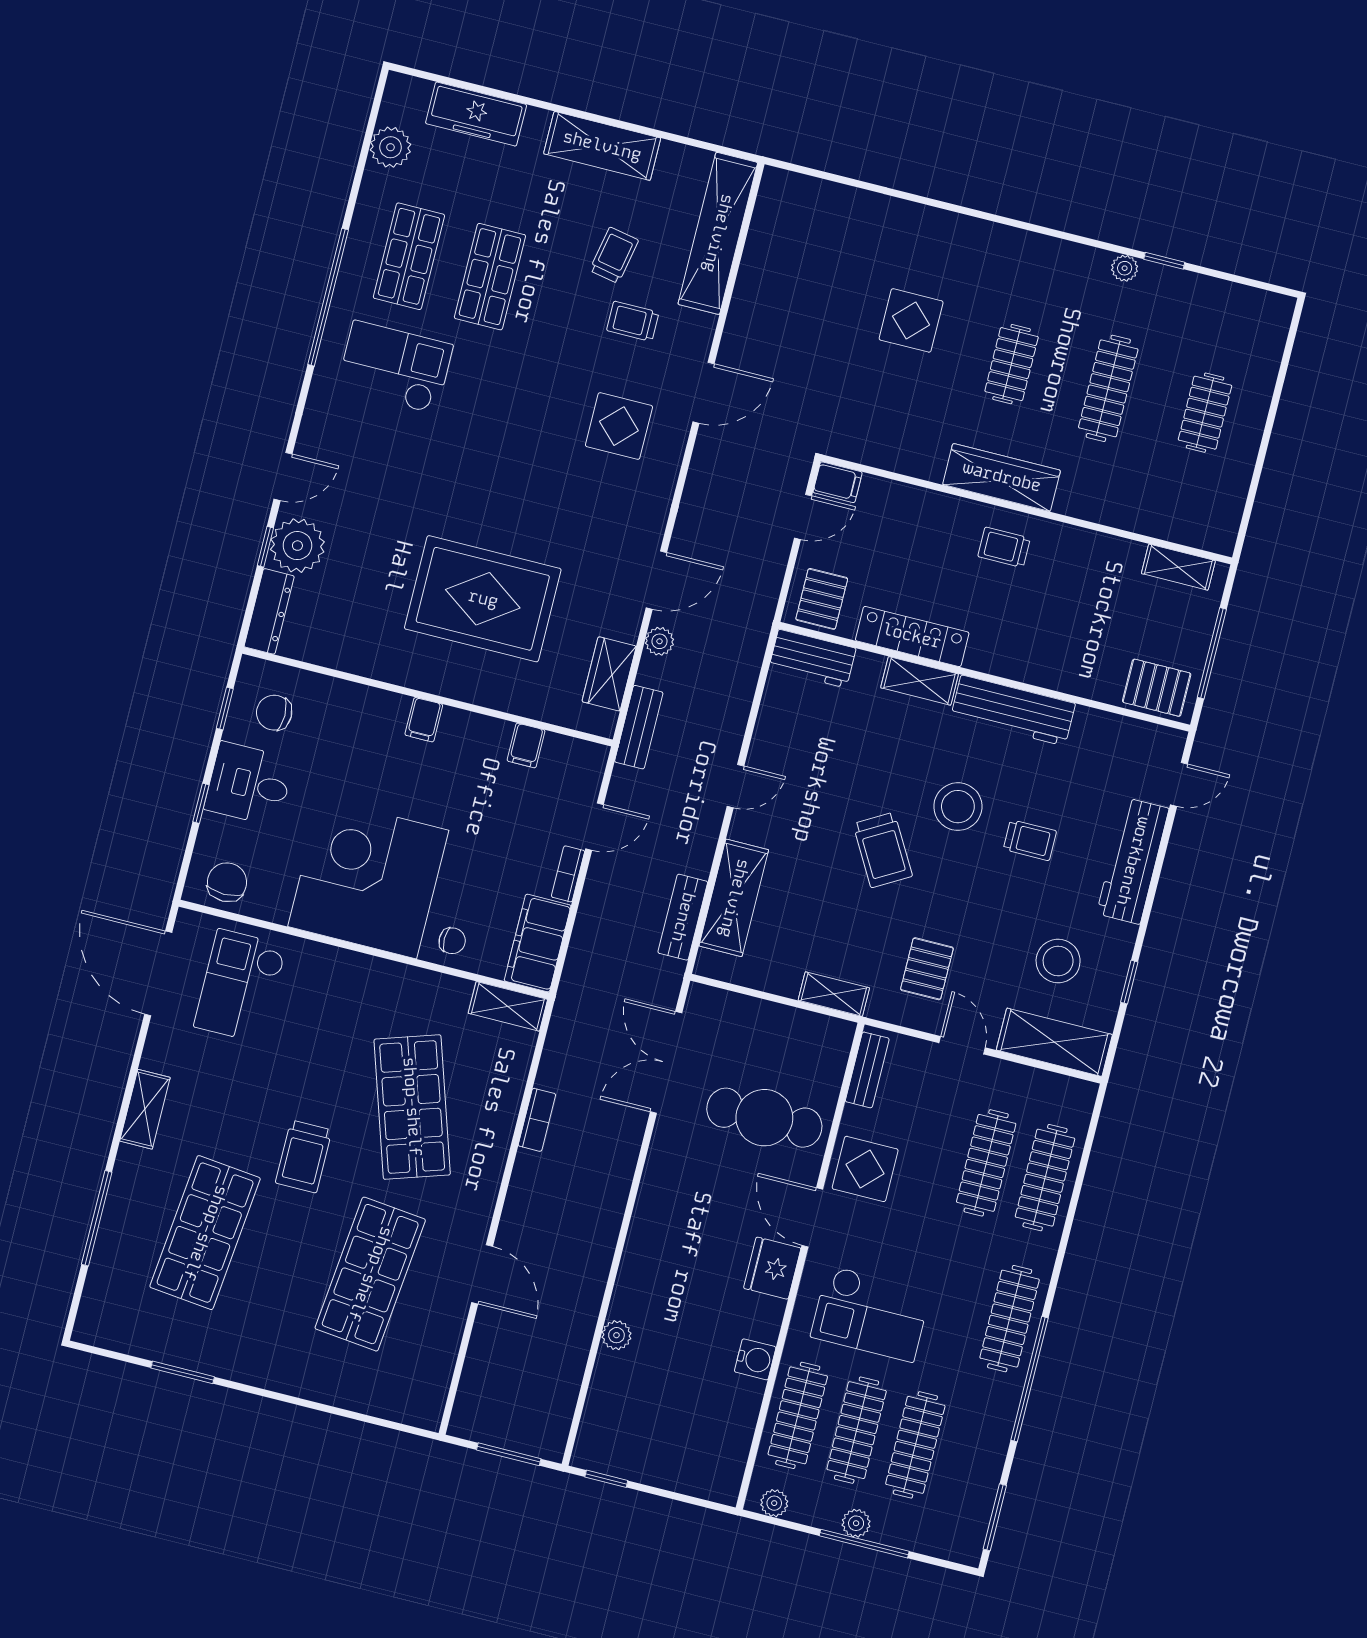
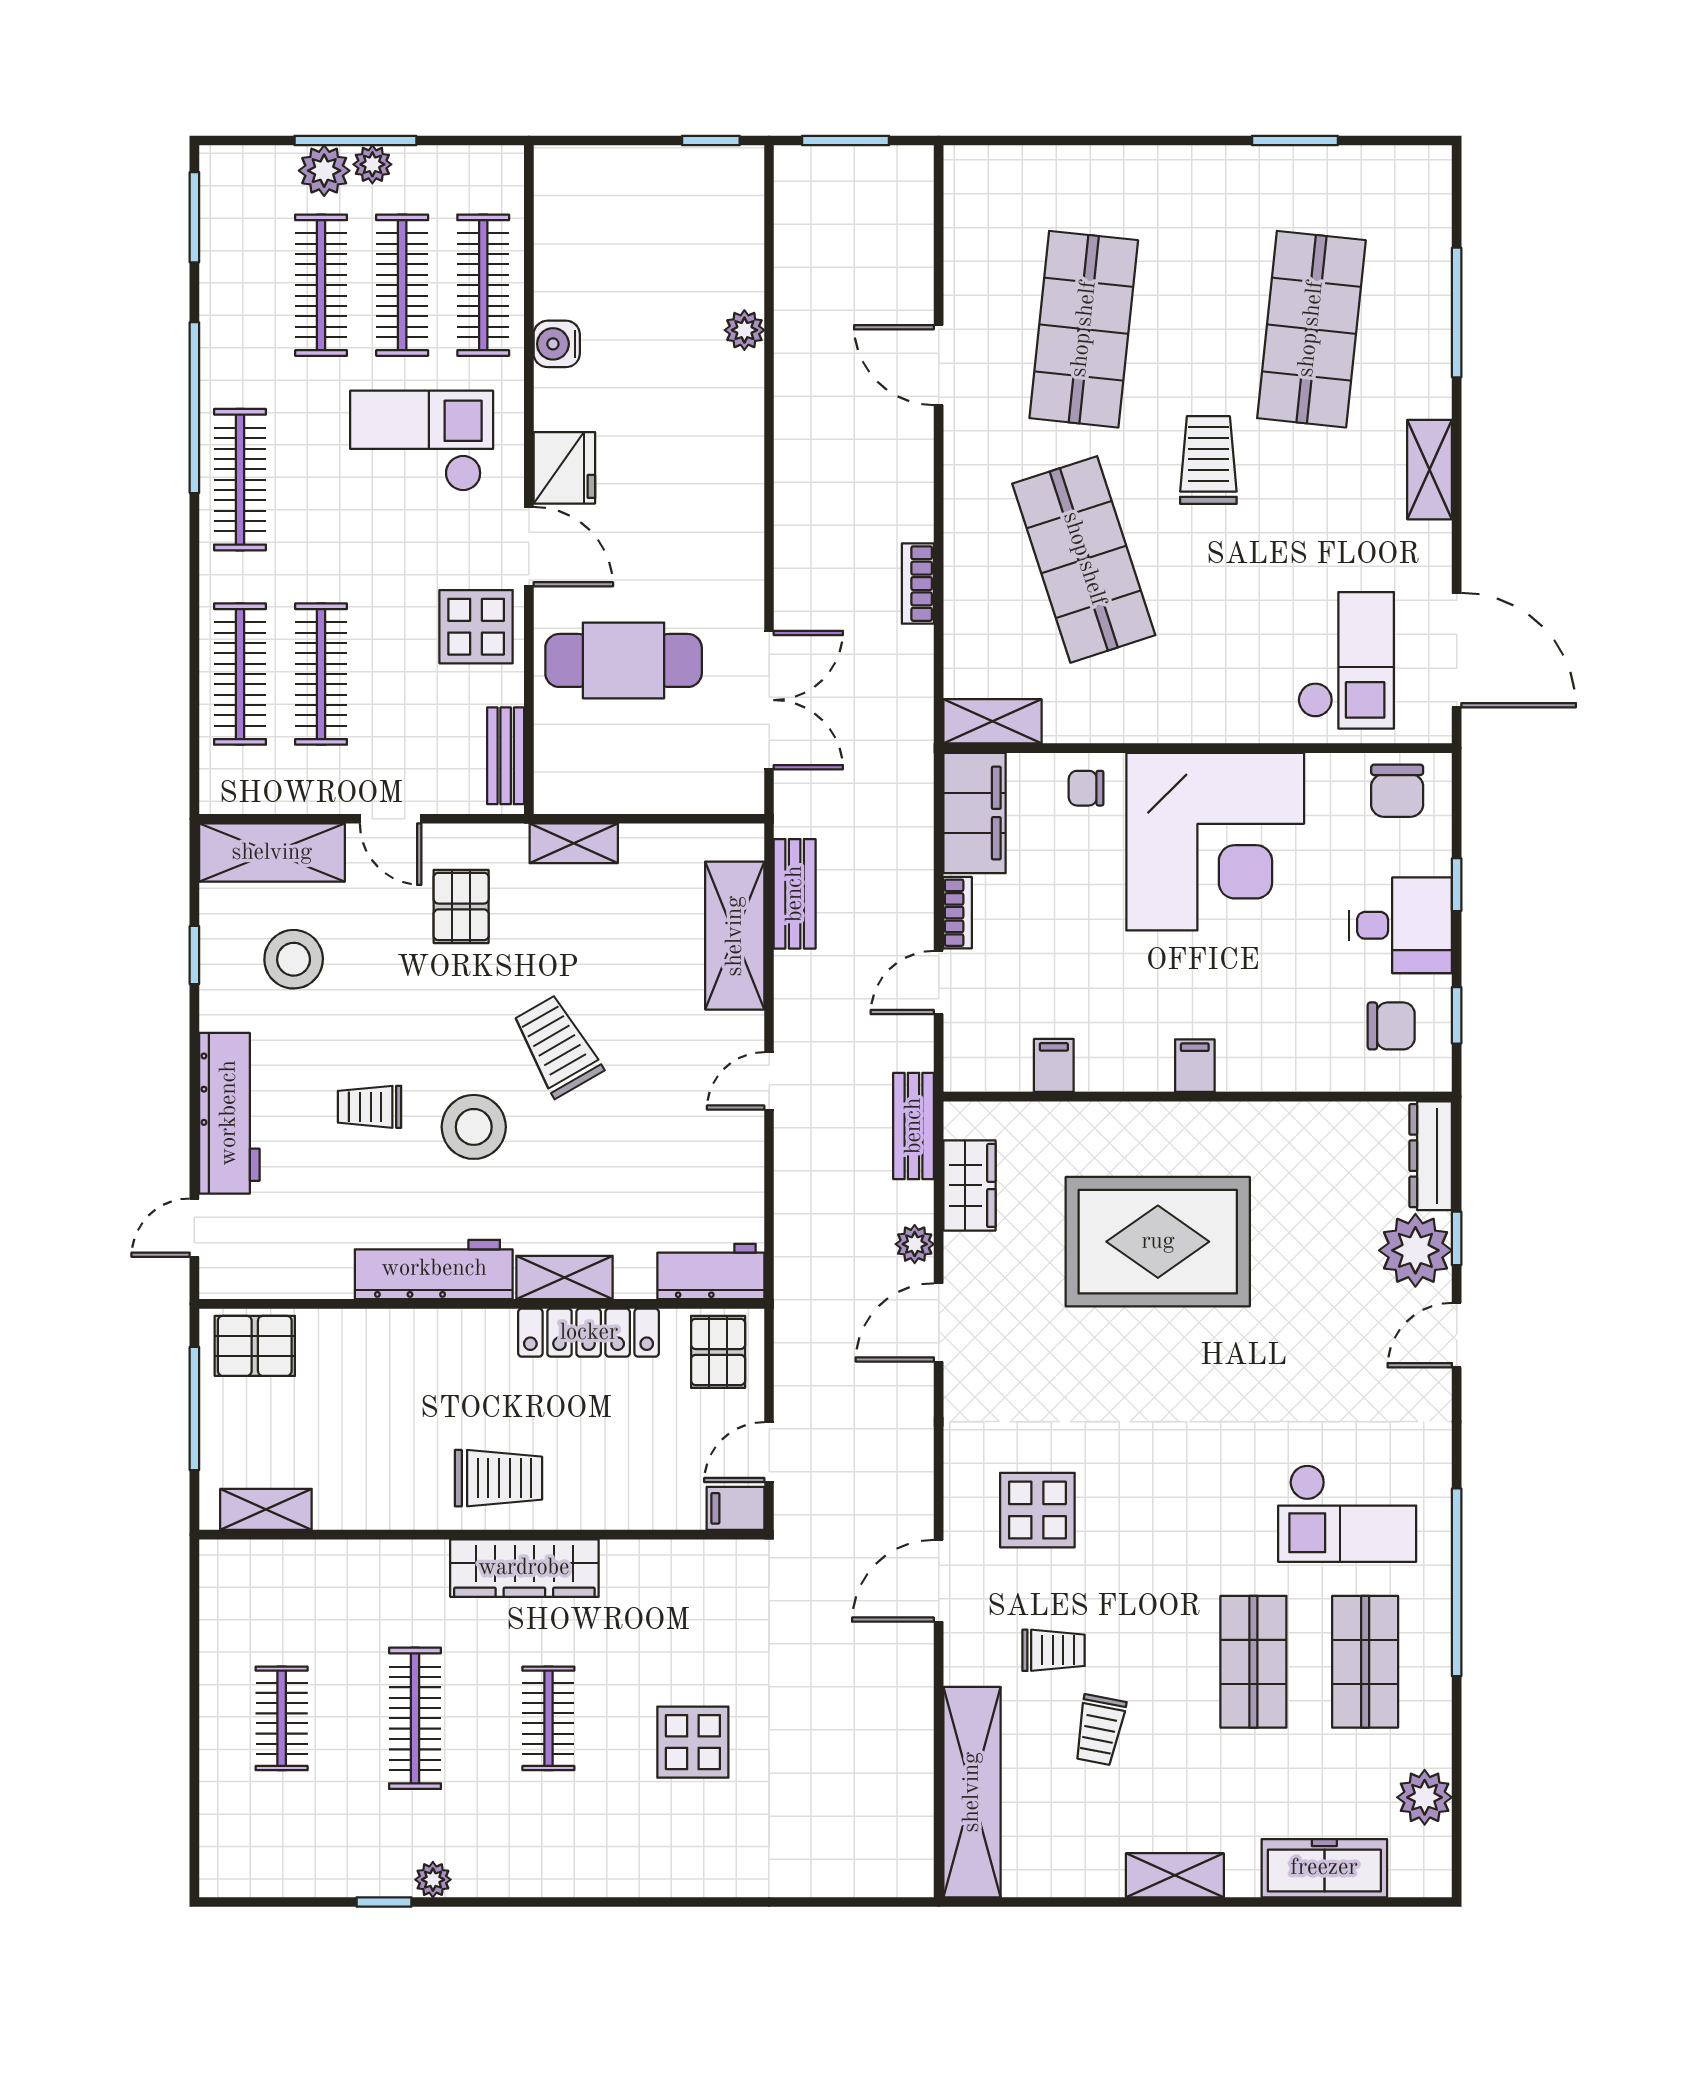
shelving: (602, 146) -> (1175, 1875), width x0.67, depth x0.75
trolley: (1004, 547) -> (498, 1478), width x1.36, depth x1.39
plant: (774, 1503) -> (324, 171), moved, width x1.38, depth x1.38

